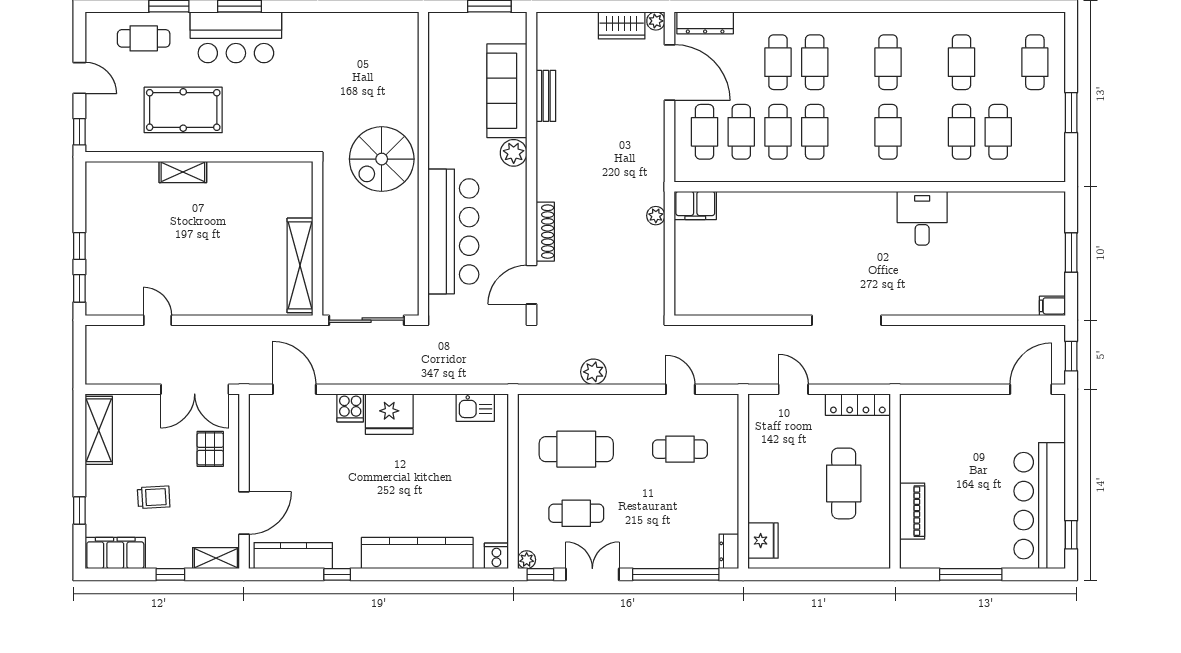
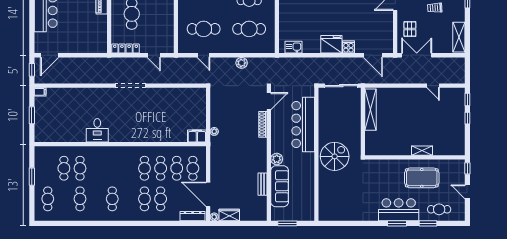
cafe table: (888, 132) -> (112, 168), removed
cafe table: (680, 449) -> (204, 29), width x1.37, depth x1.35

